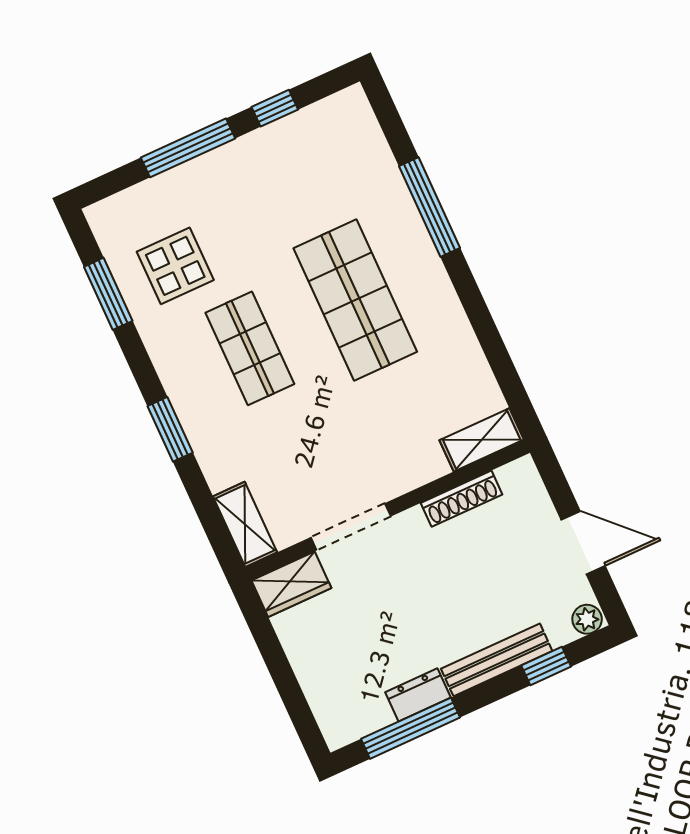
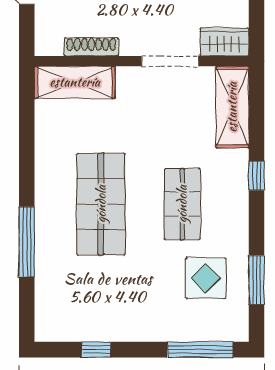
window: (188, 148) -> (200, 350), moved
window: (170, 429) -> (256, 176), width x0.67
shelving: (482, 440) -> (75, 82), width x1.50, depth x1.33
shelving: (245, 524) -> (232, 107), width x1.50, depth x1.33

